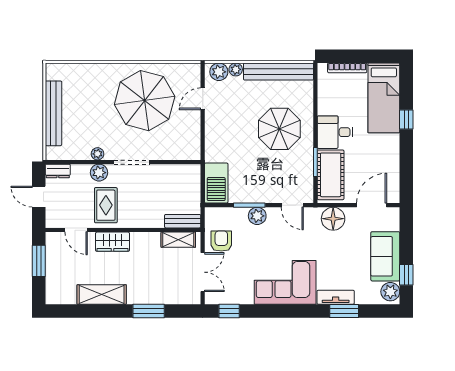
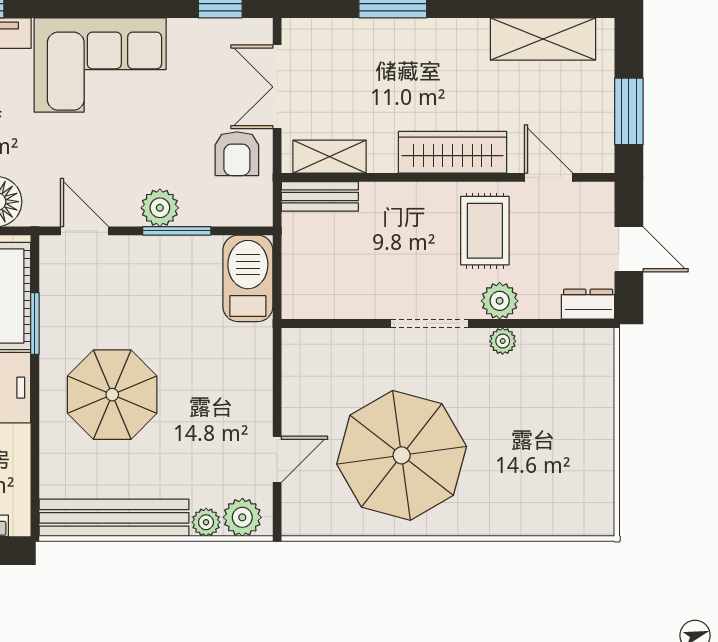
bench: (53, 113) -> (597, 428), removed
wardrobe: (113, 242) -> (453, 152), width x1.50
shelving: (102, 294) -> (543, 39), moved

